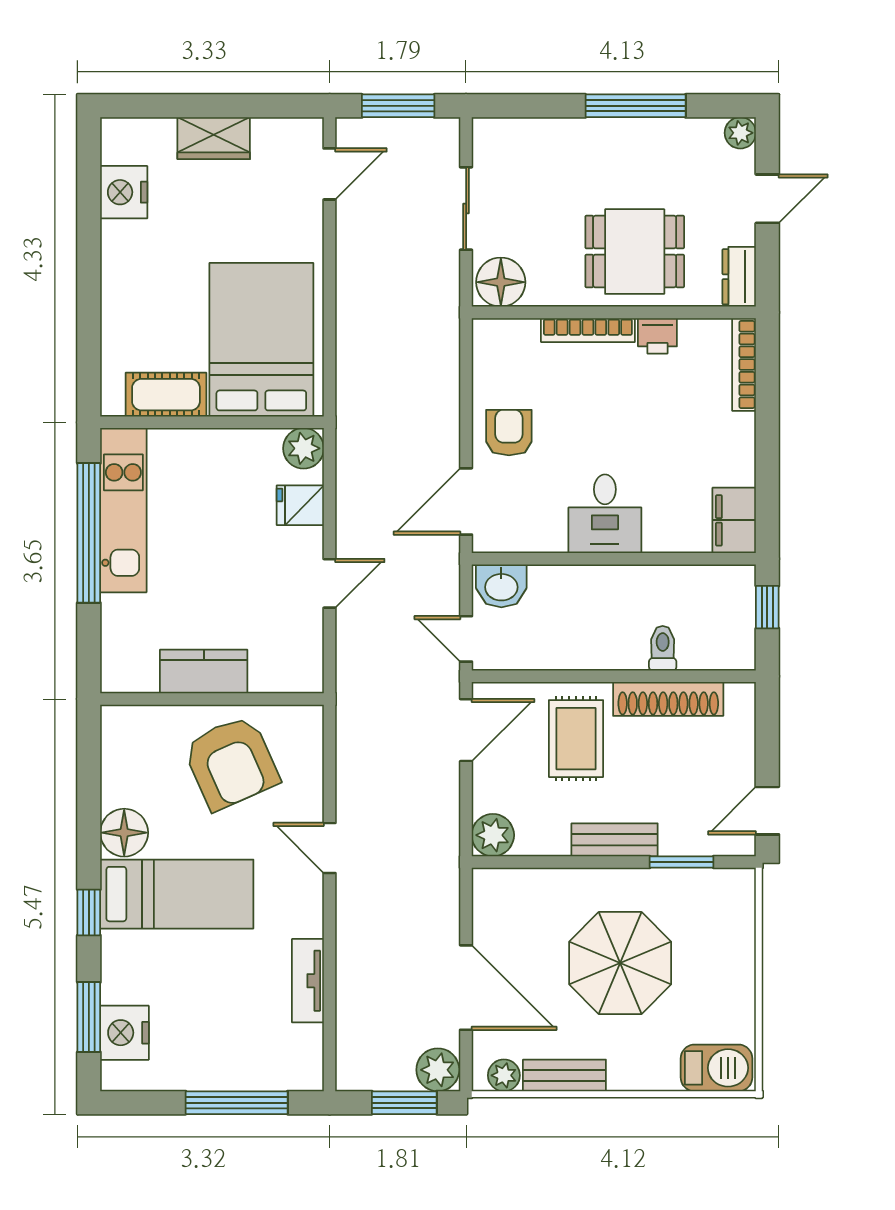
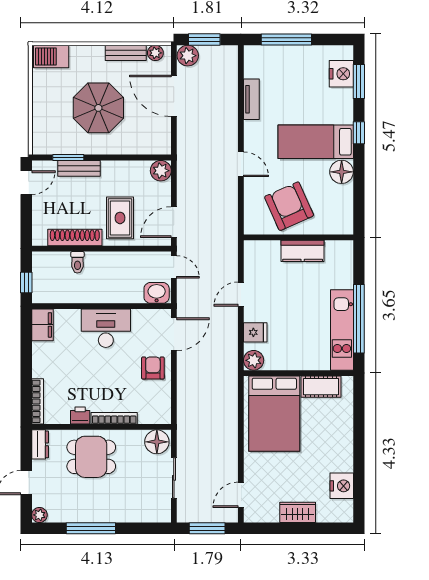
armchair: (509, 433) -> (153, 368), turned 180
desk: (605, 514) -> (106, 328), width x1.37
bench: (615, 840) -> (79, 168), moved

